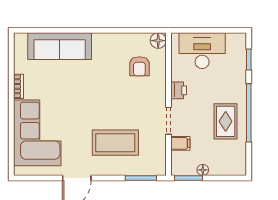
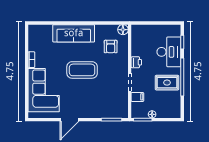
sofa: (60, 46) -> (74, 33), moved
desk: (202, 51) -> (169, 52), moved, turned 90
rug: (226, 121) -> (167, 83), turned 90
coffee table: (115, 143) -> (82, 70), moved

